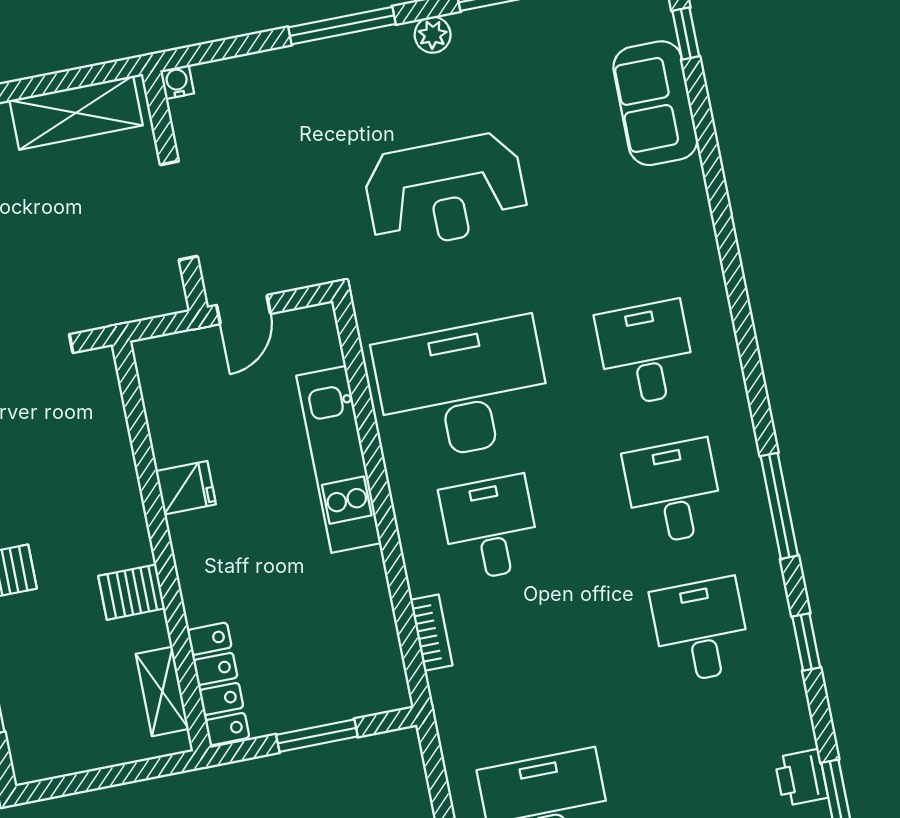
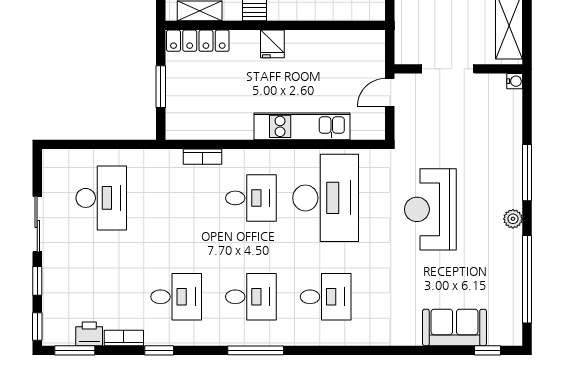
door: (244, 309) -> (390, 92), hinge flipped
fridge: (186, 488) -> (272, 44), moved
window: (779, 506) -> (256, 350), moved
bookcase: (796, 712) -> (124, 338), added

